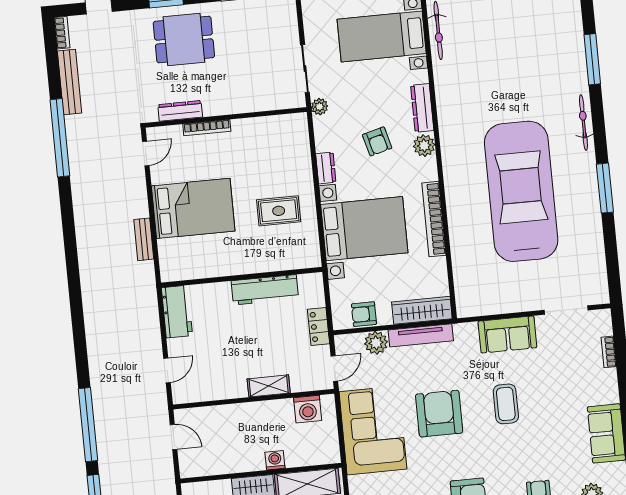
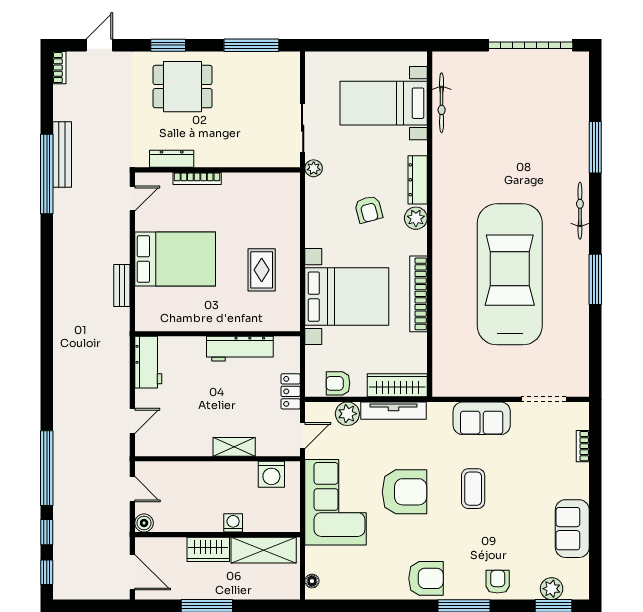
bench: (69, 82) -> (62, 155), moved
dresser: (326, 168) -> (314, 231), removed
rug: (279, 211) -> (262, 270), turned 90
armchair: (439, 414) -> (404, 492), turned 90
boiler: (188, 469) -> (144, 523), added

